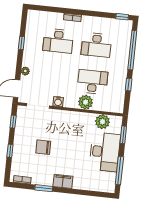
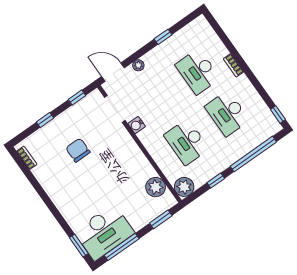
desk: (92, 82) -> (187, 142), turned 180
plant: (86, 102) -> (184, 187), moved
desk: (105, 152) -> (104, 232), moved
filing cabinet: (63, 181) -> (61, 200), removed
window: (44, 188) -> (79, 246), moved

